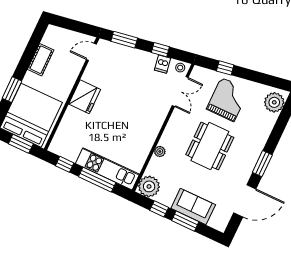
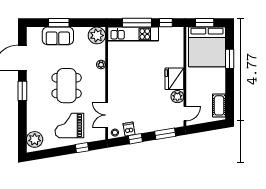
cot: (41, 60) -> (219, 105), moved
plant: (91, 75) -> (177, 97), added
grand piano: (228, 100) -> (69, 125), turned 90
window: (159, 209) -> (82, 23), removed

